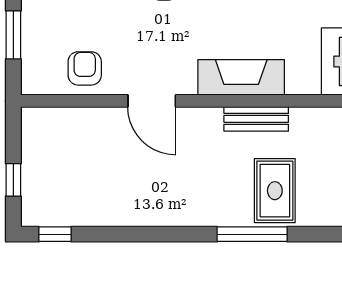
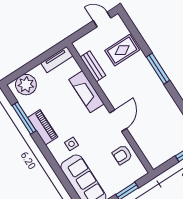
bench: (256, 119) -> (93, 66), moved
window: (252, 234) -> (158, 69), moved

